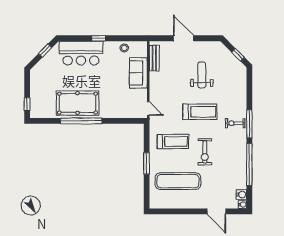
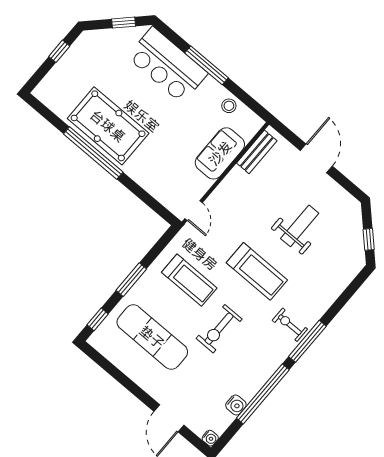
window: (99, 38) -> (207, 65), width x2.17
window: (27, 104) -> (59, 51), moved
window: (147, 194) -> (98, 319), added
water cooler: (241, 195) -> (236, 405), moved

